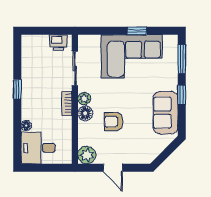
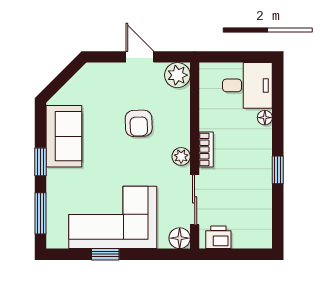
floor lamp: (85, 113) -> (180, 238), moved
armchair: (114, 122) -> (139, 123), turned 88

